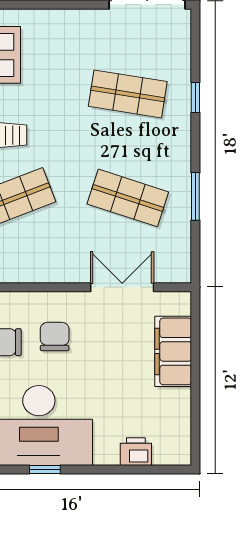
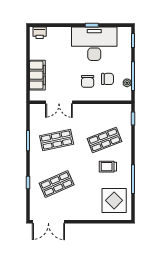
shop shelf: (128, 94) -> (57, 184), turned -33
shop shelf: (128, 198) -> (57, 140), turned -30
printer: (136, 452) -> (40, 33), moved

